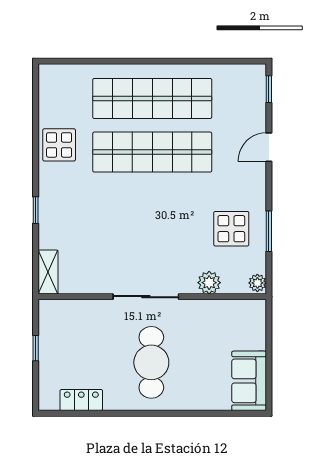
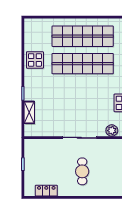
shelving: (48, 272) -> (29, 112), moved
cafe table: (151, 362) -> (82, 171), width x0.73, depth x0.74

